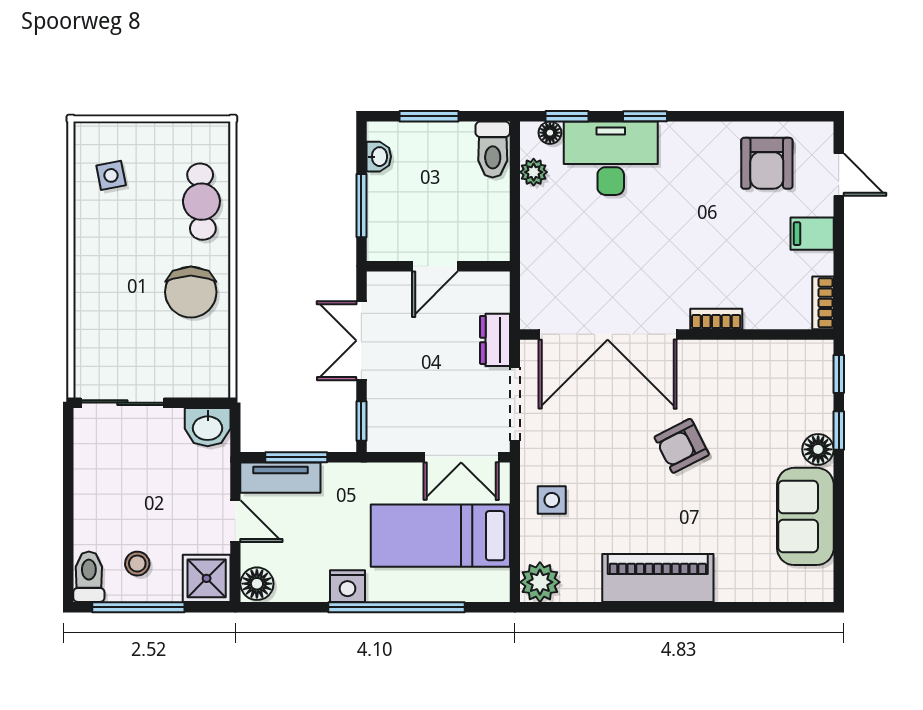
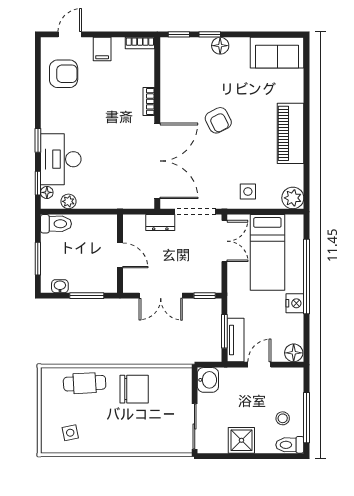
sofa: (805, 516) -> (277, 53), moved
shower: (207, 578) -> (241, 440), moved

